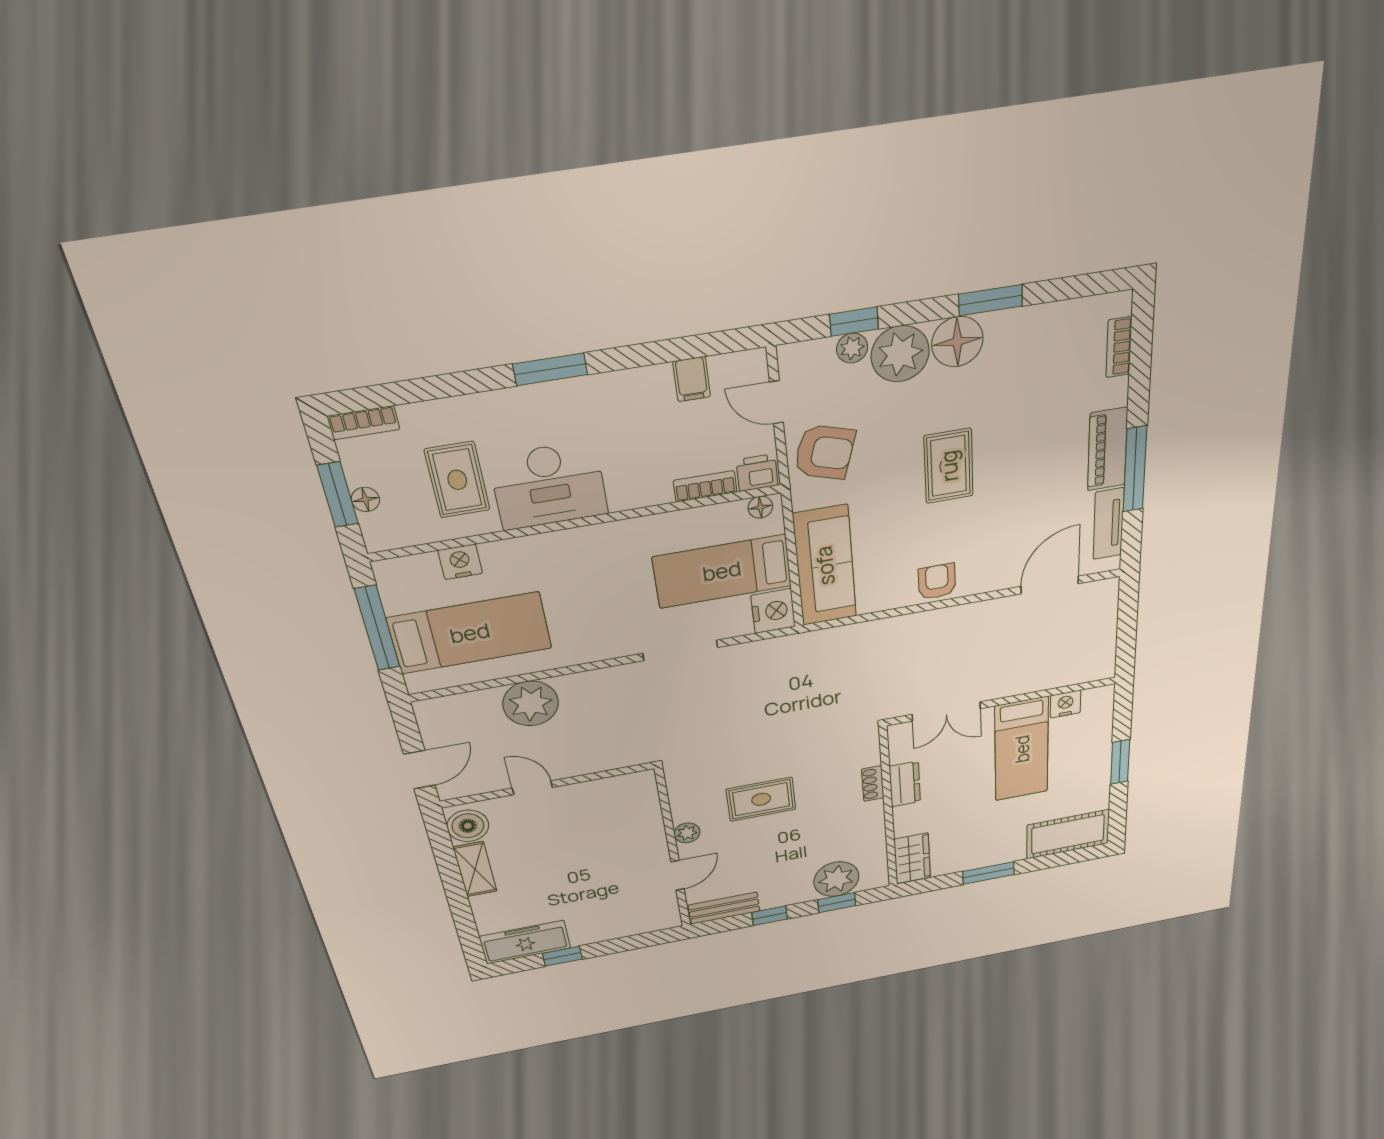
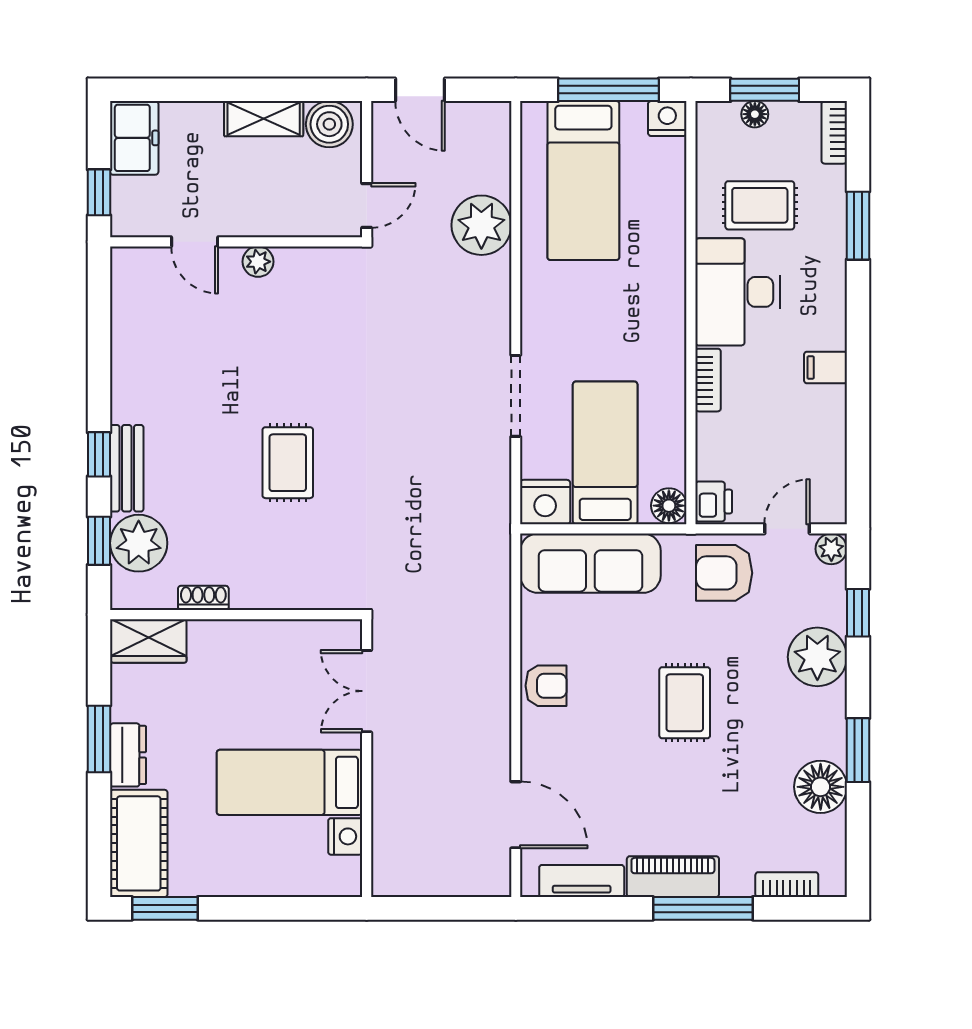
floor lamp: (957, 342) -> (821, 787), moved
plant: (852, 348) -> (831, 549), moved
window: (550, 369) -> (858, 226), moved
filing cabinet: (692, 379) -> (825, 367), moved
armchair: (824, 452) -> (724, 573), turned 73
rug: (949, 466) -> (685, 703), turned 90
window: (1135, 469) -> (703, 908), moved
bookcase: (705, 486) -> (708, 380), moved
floor lamp: (760, 507) -> (669, 506), width x1.37, depth x1.37
nightstand: (460, 562) -> (667, 119), moved, turned -90
window: (1120, 762) -> (165, 908), moved
shoe rack: (873, 784) -> (203, 598), moved
dresser: (905, 784) -> (128, 755), moved, turned -90
plant: (687, 833) -> (258, 262), moved
wall: (673, 850) -> (236, 242), moved
door: (678, 875) -> (195, 242), moved
bench: (724, 908) -> (127, 468), moved
freezer: (525, 942) -> (134, 138), width x0.71

